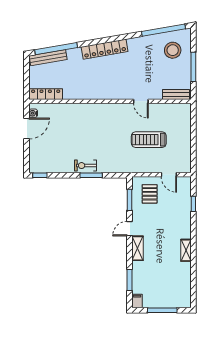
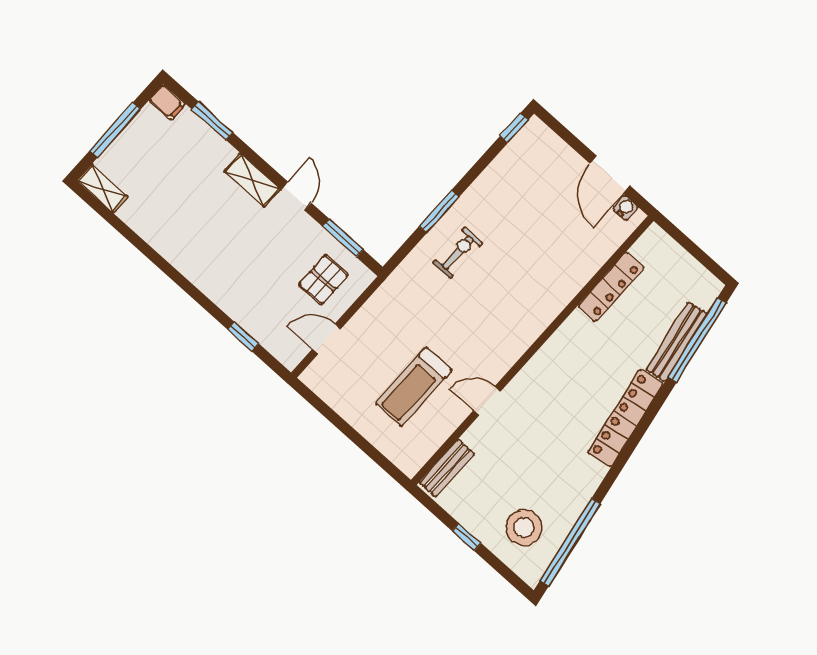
bench: (48, 58) -> (677, 342), moved
window: (193, 67) -> (467, 537), width x0.46
locker: (46, 94) -> (611, 287), moved
treadmill: (149, 140) -> (414, 387), moved, turned 180
exercise bike: (85, 166) -> (458, 253), moved
pallet: (150, 194) -> (323, 280), turned 90
shelving: (186, 250) -> (102, 189), moved

